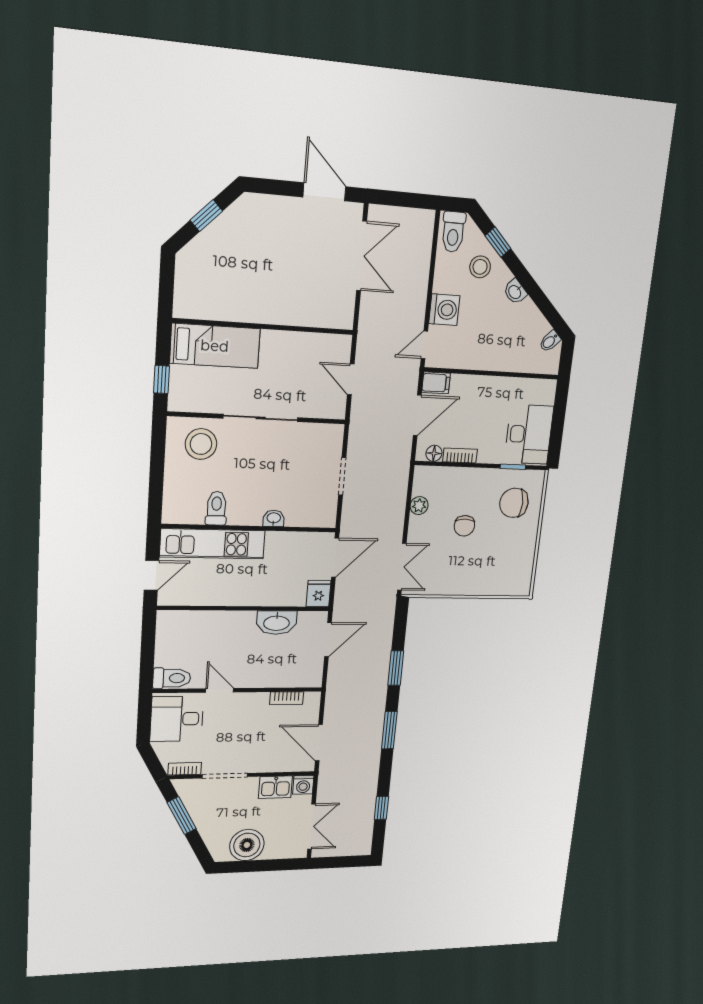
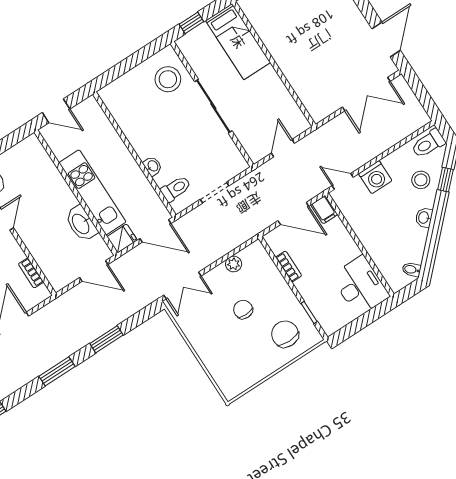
desk: (529, 434) -> (360, 286), moved, turned -90
floor lamp: (434, 453) -> (277, 246), removed
toilet: (216, 508) -> (176, 189), moved
chair: (464, 526) -> (243, 309), turned 90
kitchen unit: (213, 544) -> (92, 192), moved, turned 180

